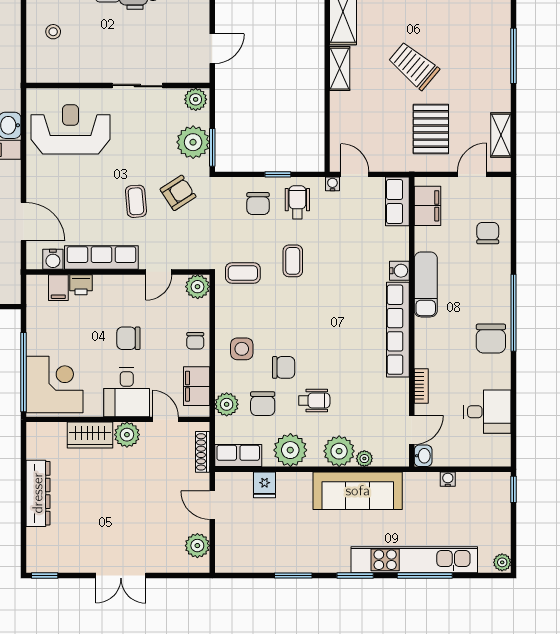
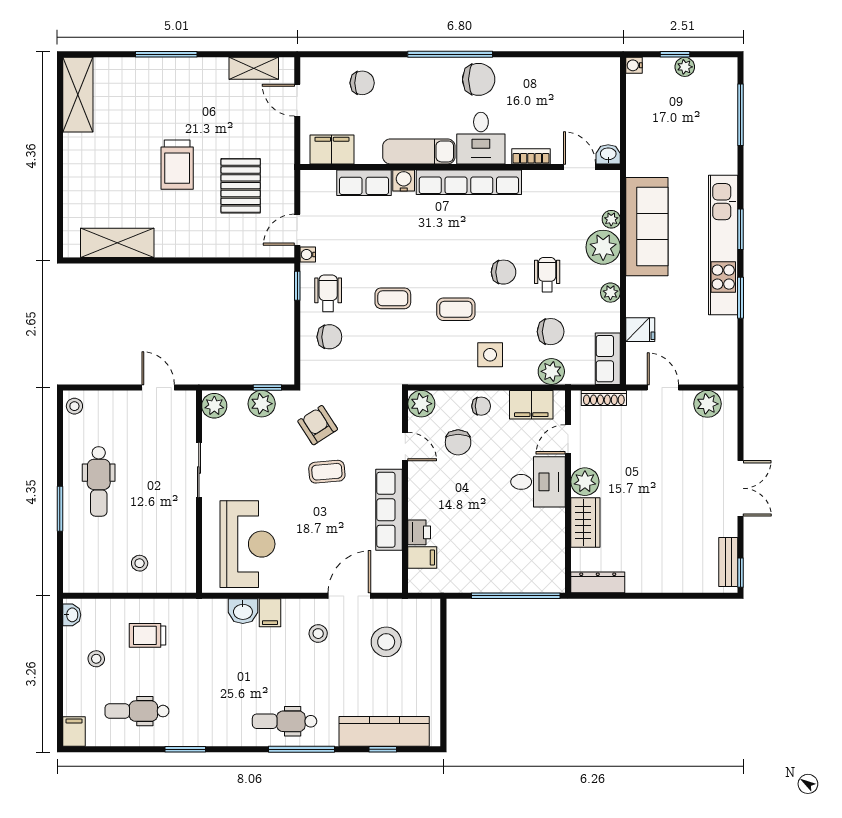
trolley: (414, 66) -> (177, 165), turned -40
shelving: (340, 69) -> (180, 247), removed
reception desk: (70, 129) -> (247, 544), turned 180
pallet: (431, 129) -> (241, 186), moved, turned 90
plant: (193, 142) -> (262, 404), width x0.73, depth x0.73
window: (212, 147) -> (267, 387), width x0.67
window: (278, 174) -> (297, 286), moved
row of seats: (397, 201) -> (364, 183), moved
wheelchair: (297, 202) -> (328, 293), turned 90
chair: (488, 233) -> (362, 83), turned 180
water cooler: (53, 259) -> (391, 563), removed
coffee table: (243, 273) -> (456, 309), moved, turned 90
chair: (128, 338) -> (458, 442), moved
chair: (284, 367) -> (504, 272), moved, turned 90
corner desk: (55, 384) -> (529, 562), removed
desk: (487, 412) -> (481, 138), moved, turned 180
plant: (290, 450) -> (610, 293), width x0.53, depth x0.53
water cooler: (448, 479) -> (634, 65), moved
window: (514, 489) -> (675, 54), moved
dresser: (38, 493) -> (598, 582), moved, width x0.73, depth x0.80
door: (212, 505) -> (663, 387), swing flipped
kitchen unit: (414, 560) -> (723, 245), moved
plant: (502, 562) -> (685, 67), moved
bench: (54, 564) -> (728, 562), added
window: (425, 575) -> (740, 115), moved

